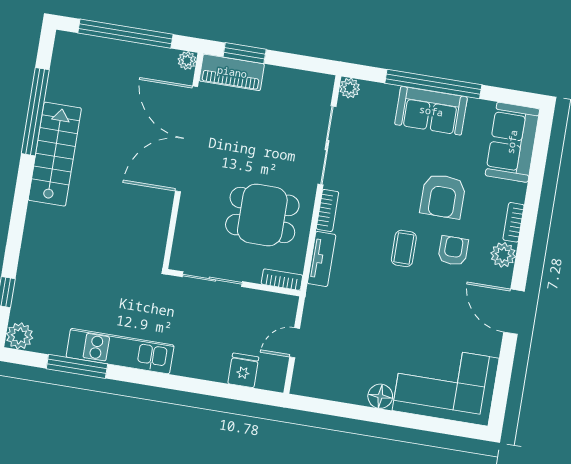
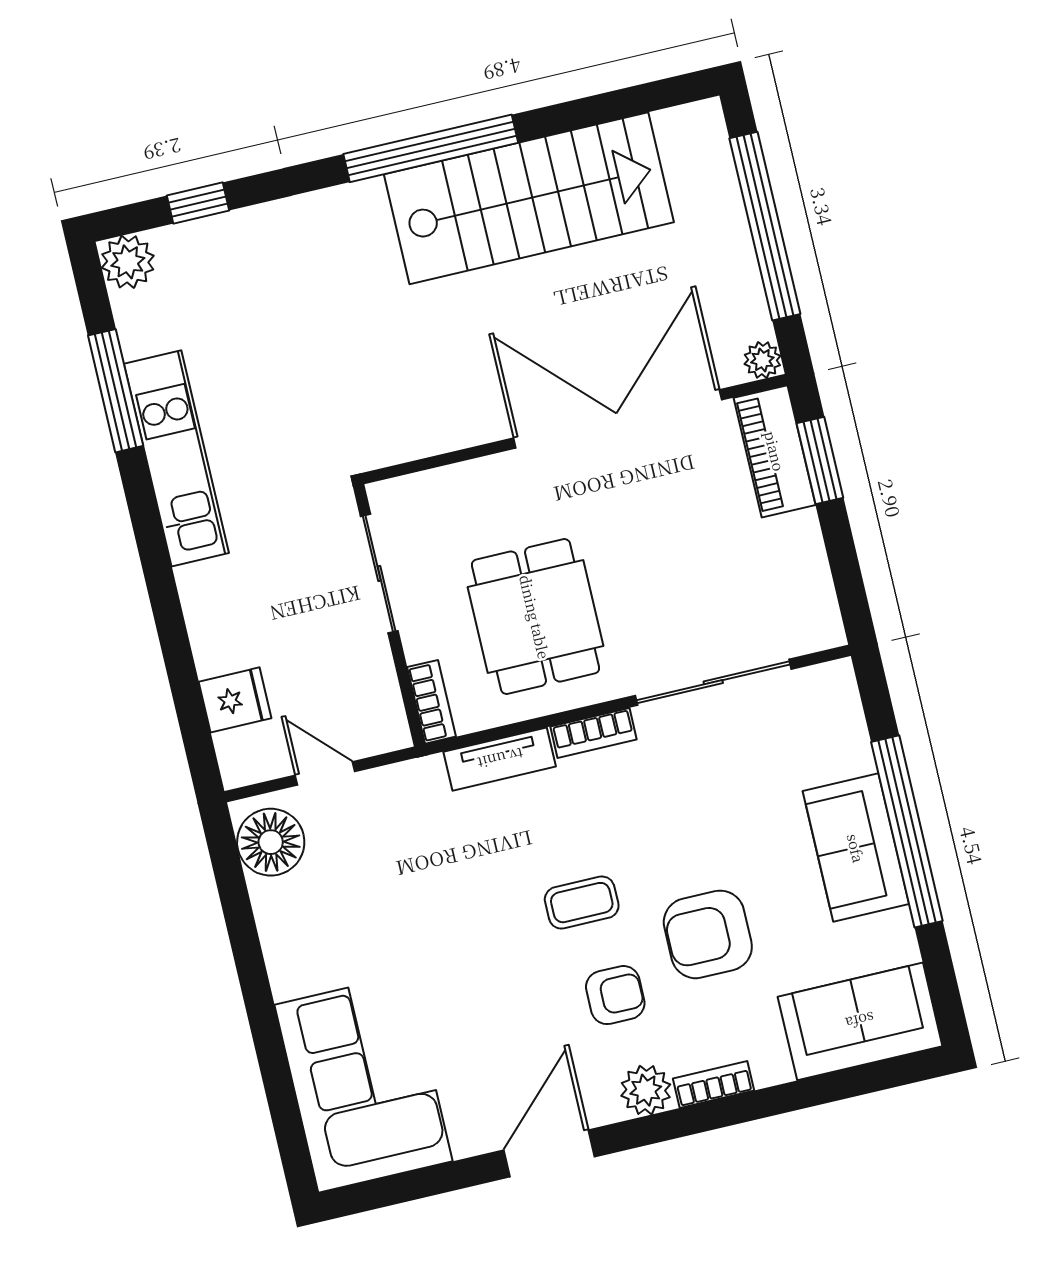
plant: (350, 88) -> (836, 680), removed
window: (35, 112) -> (431, 148), moved
stairs: (55, 154) -> (529, 198), width x1.36, depth x1.51
floor lamp: (380, 396) -> (271, 842), moved, width x1.38, depth x1.38

